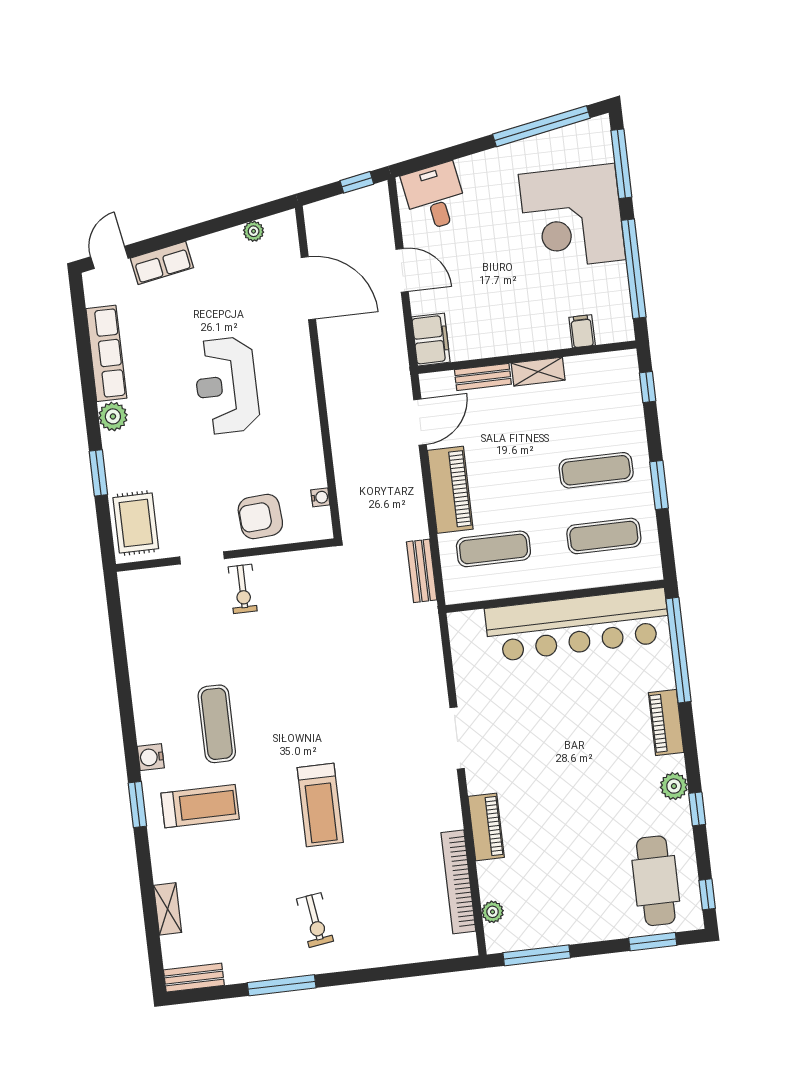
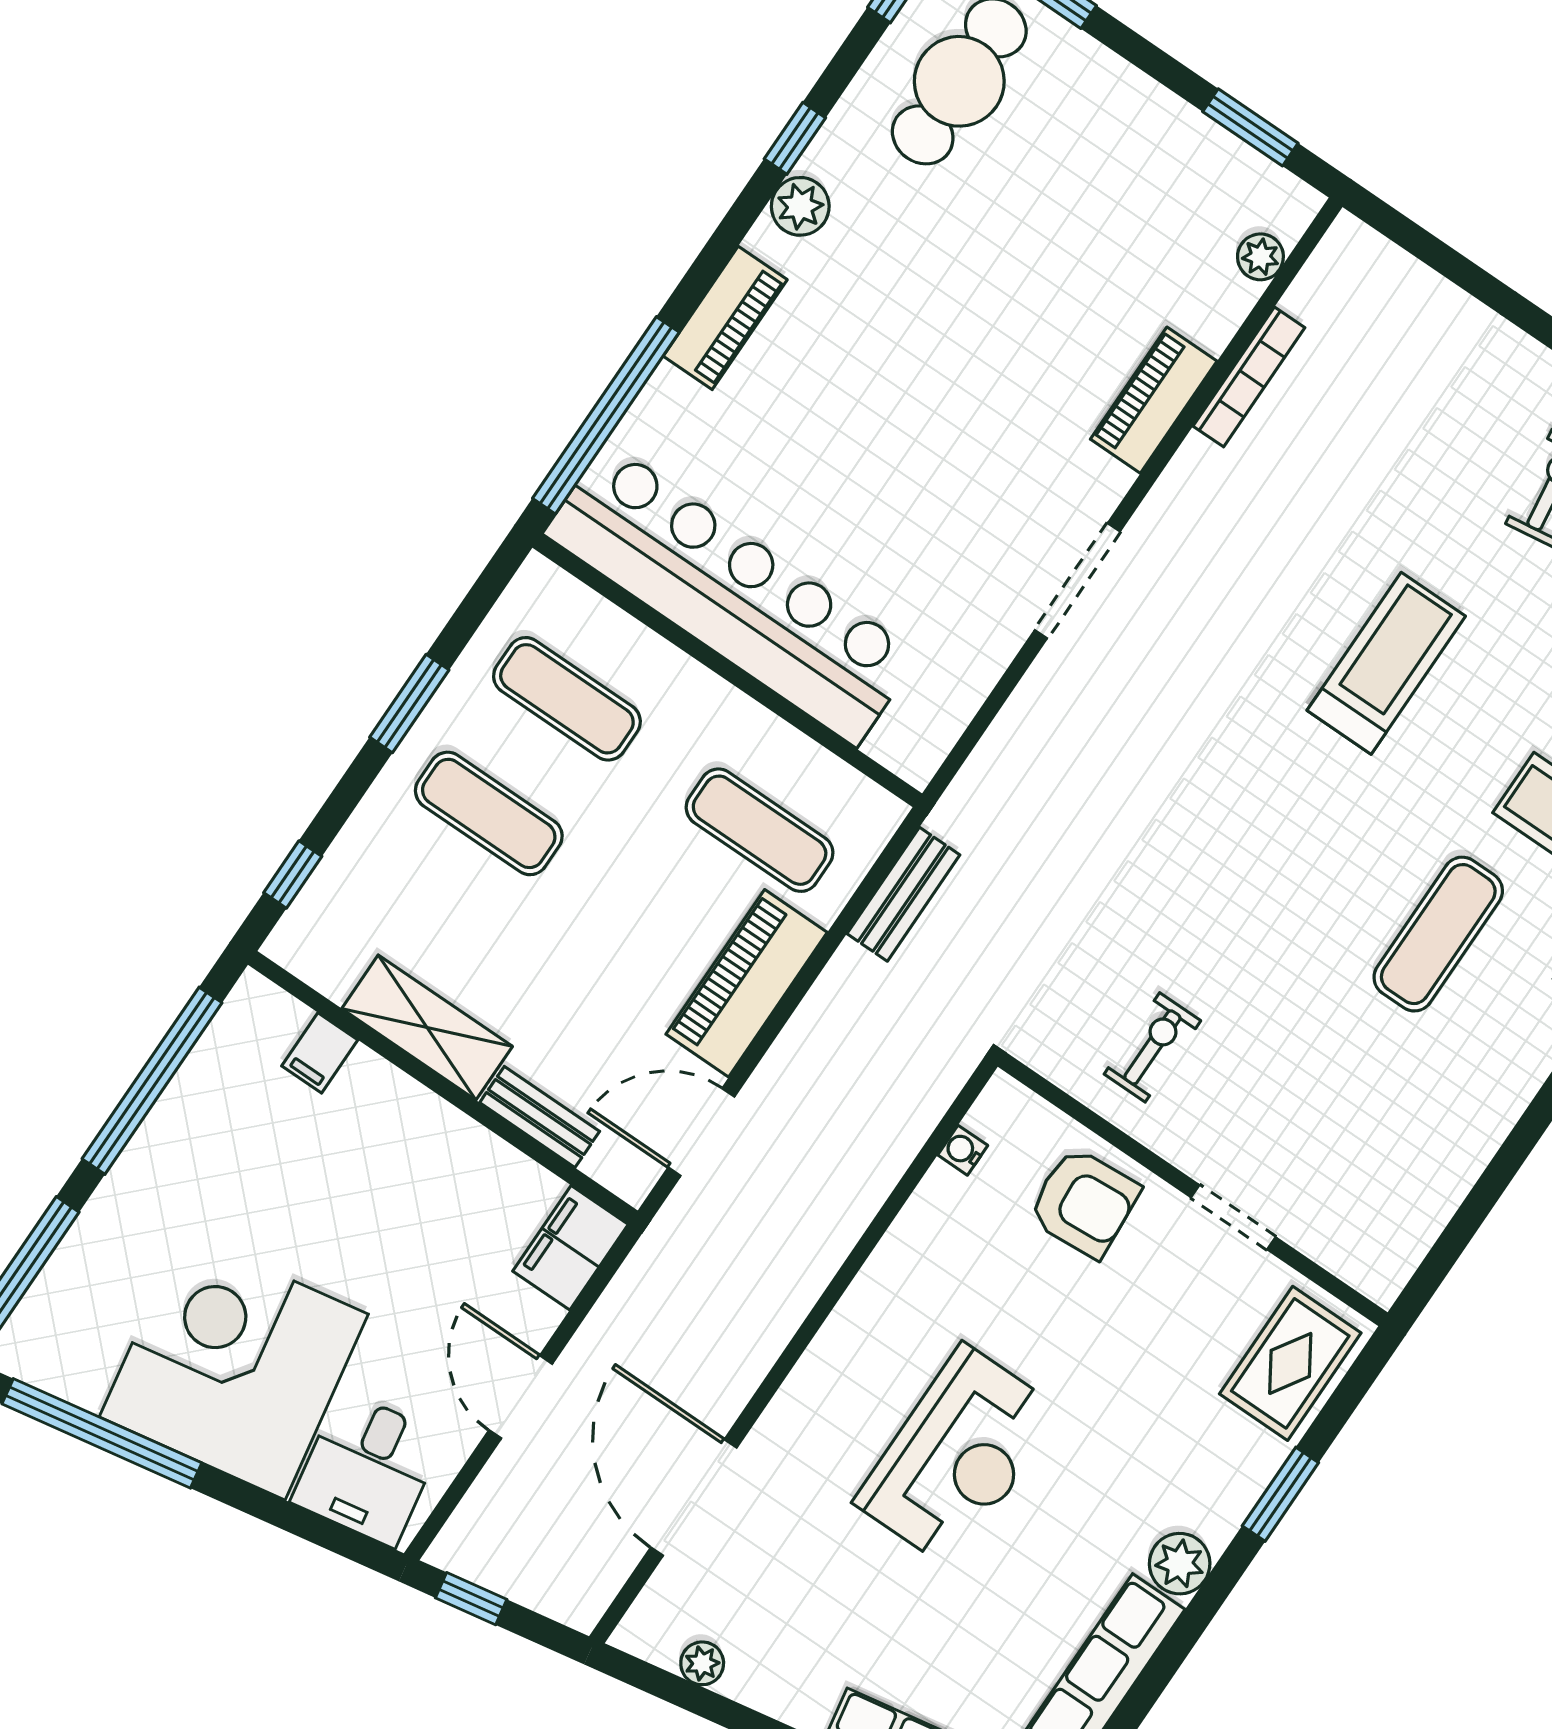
corner desk: (572, 217) -> (234, 1366), moved, turned -100
shelving: (538, 372) -> (427, 1028), width x1.50, depth x1.33
exercise bike: (243, 589) -> (1152, 1047), moved
bookcase: (458, 882) -> (1249, 377), width x0.68, depth x0.76
window: (537, 955) -> (1250, 127), width x0.69

